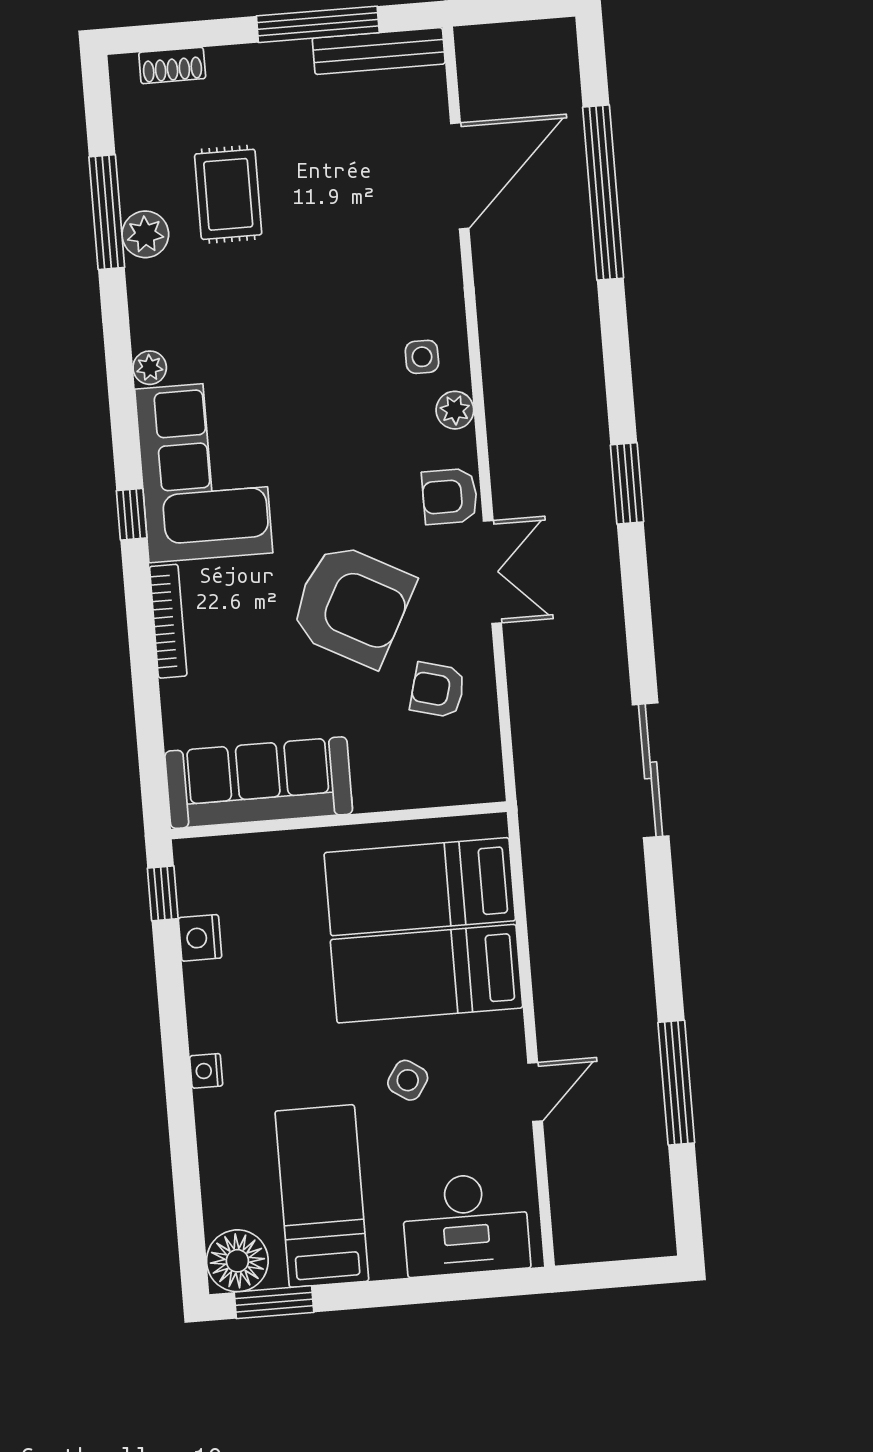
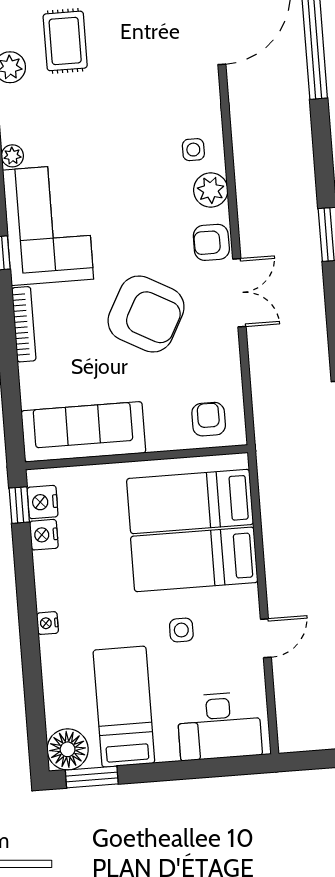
plant: (455, 410) -> (211, 190), width x1.38, depth x1.38
armchair: (438, 690) -> (209, 419), moved, turned 75
nightstand: (198, 889) -> (43, 502), added
side table: (408, 1080) -> (181, 630), turned -34

